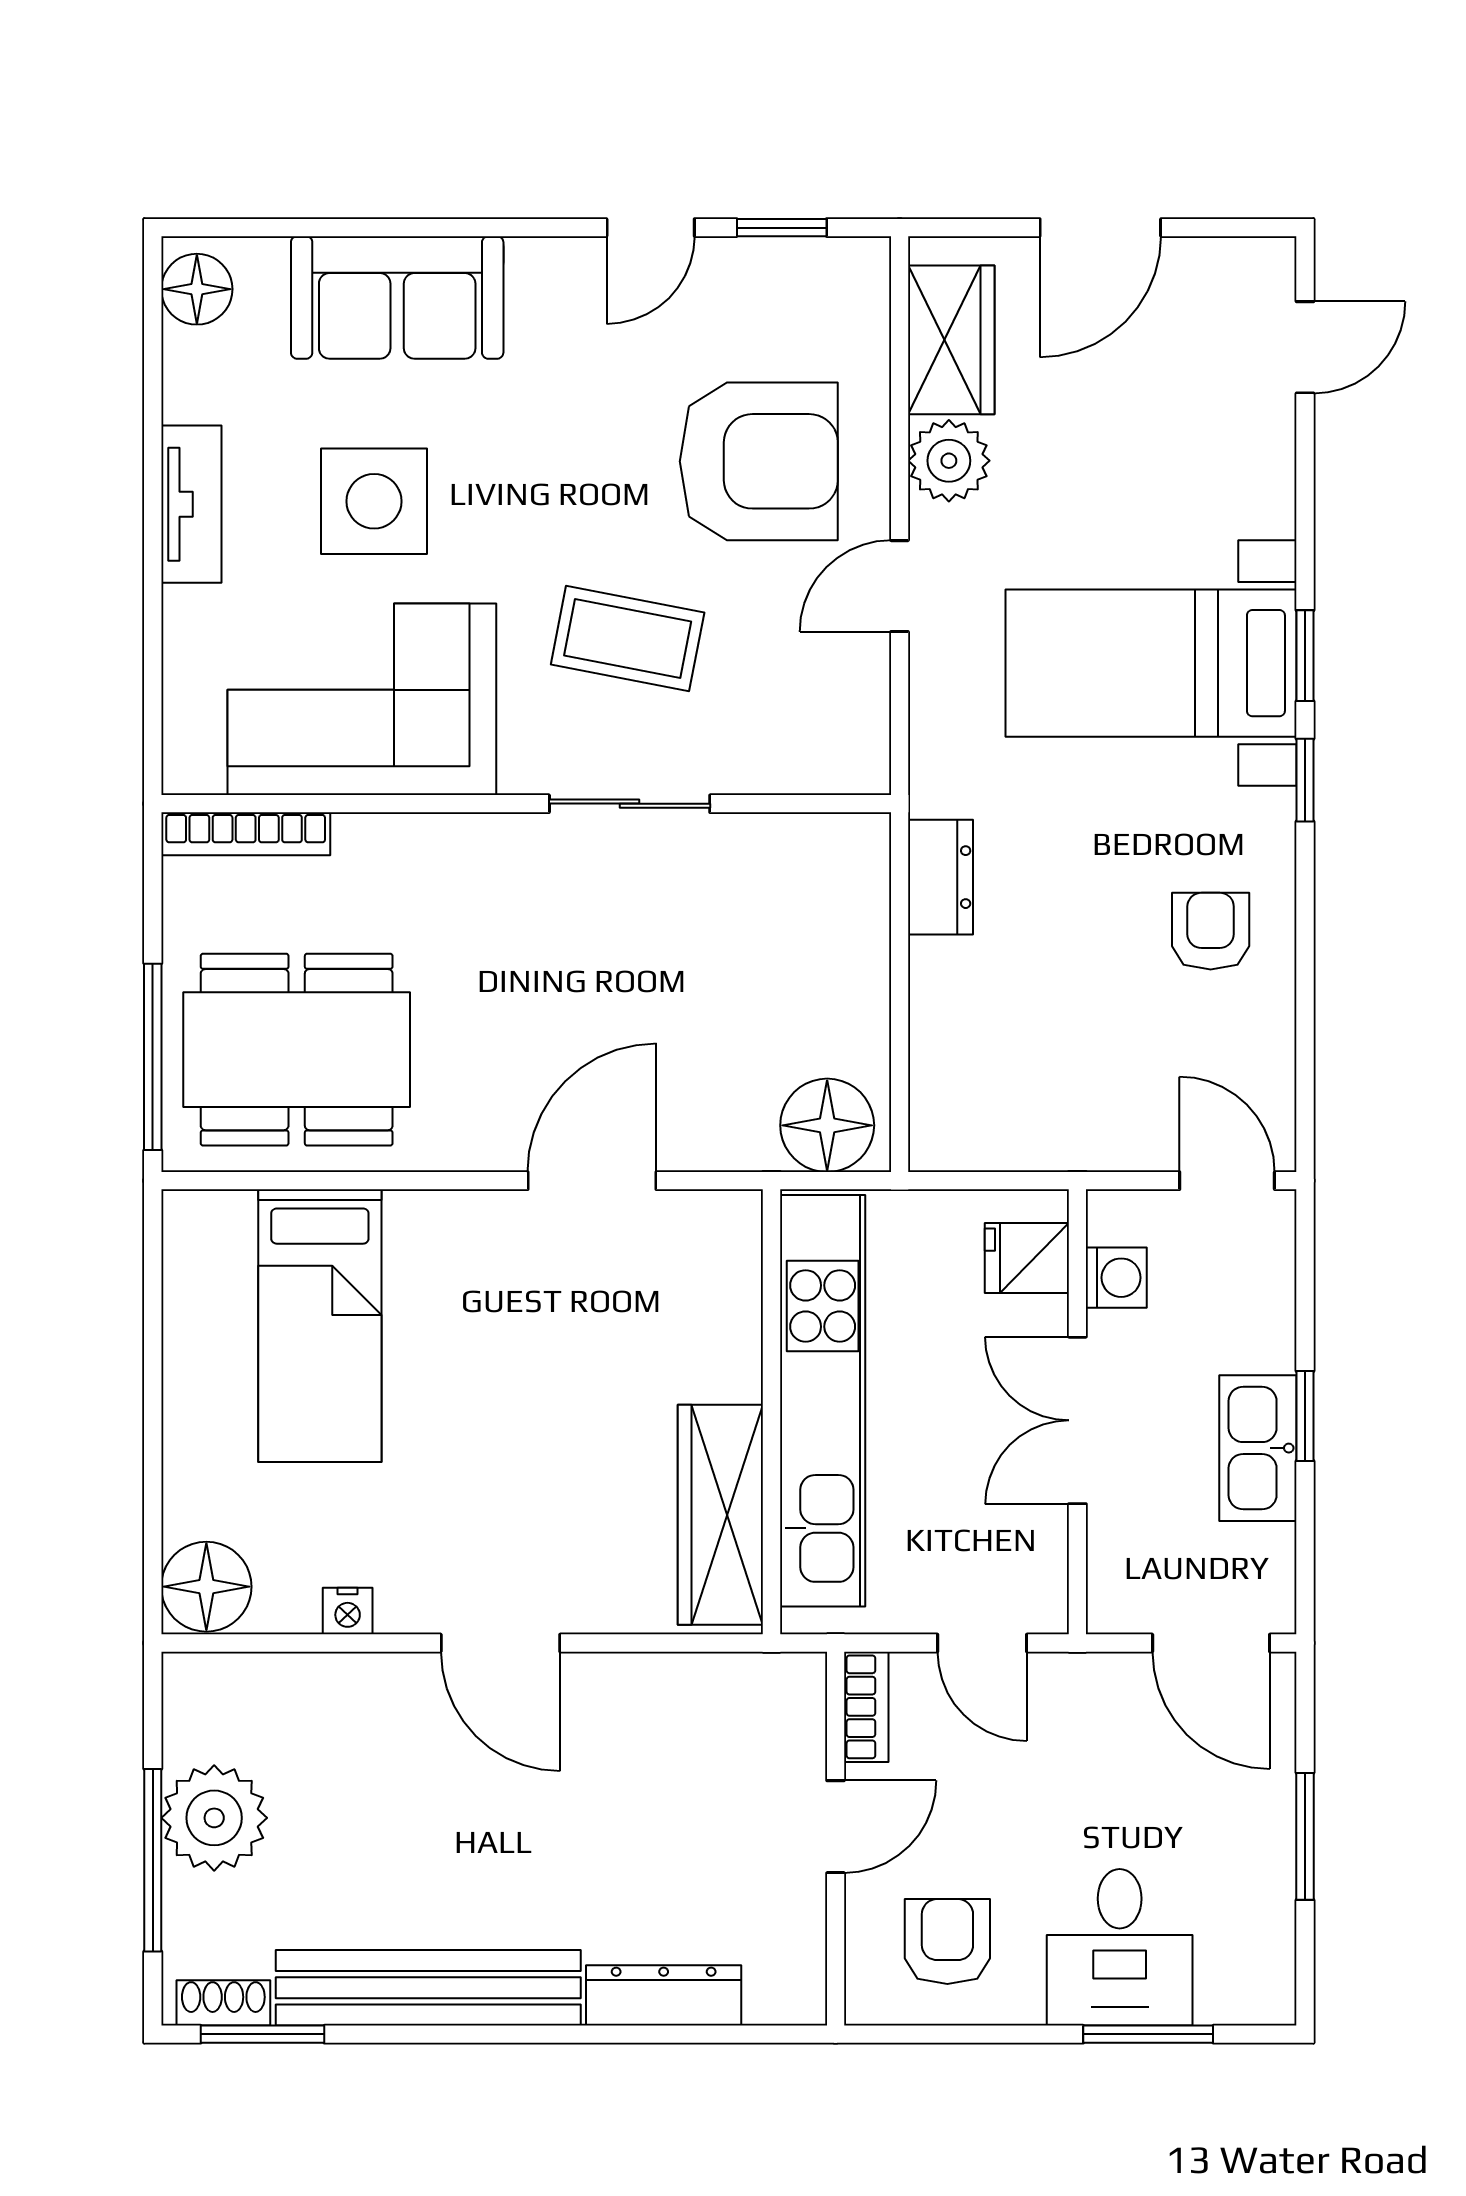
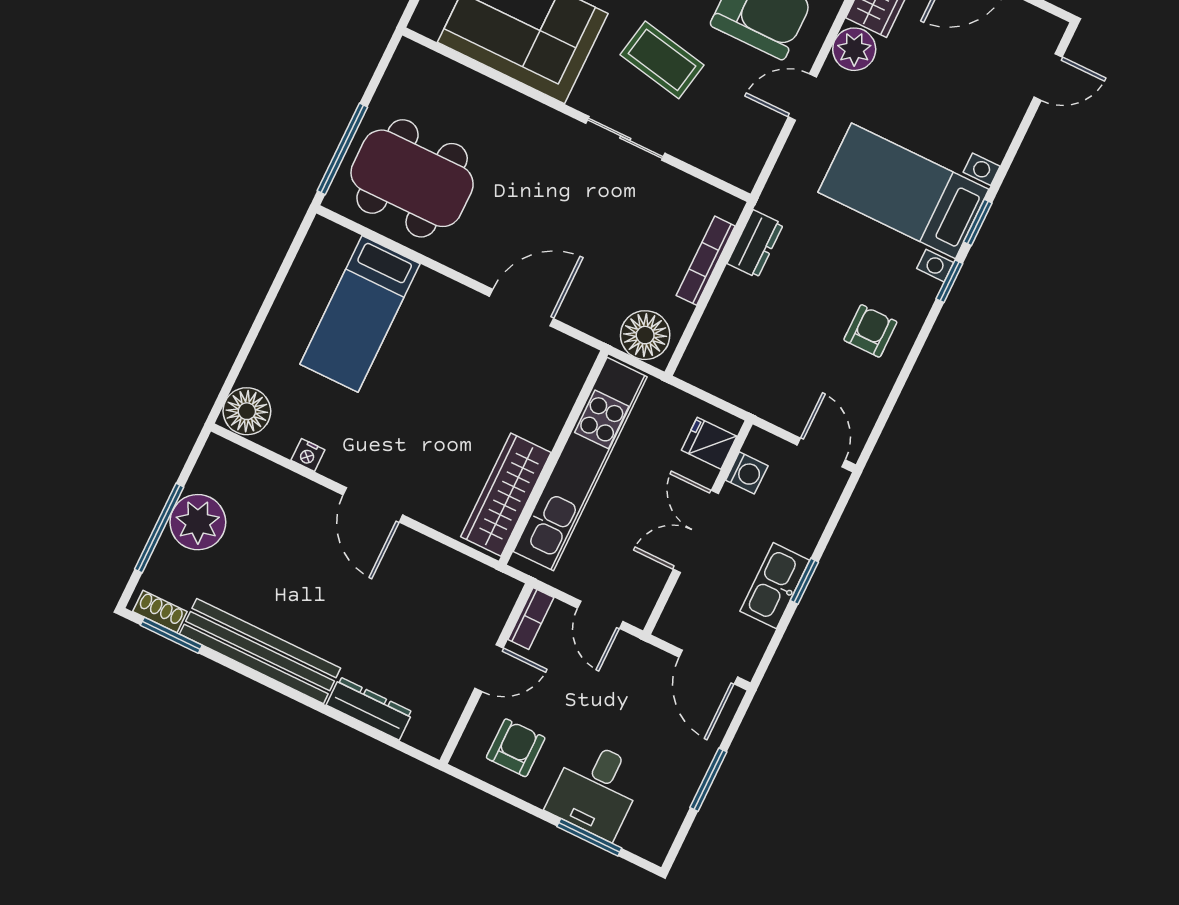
bookcase: (246, 834) -> (706, 261), moved, turned 90

